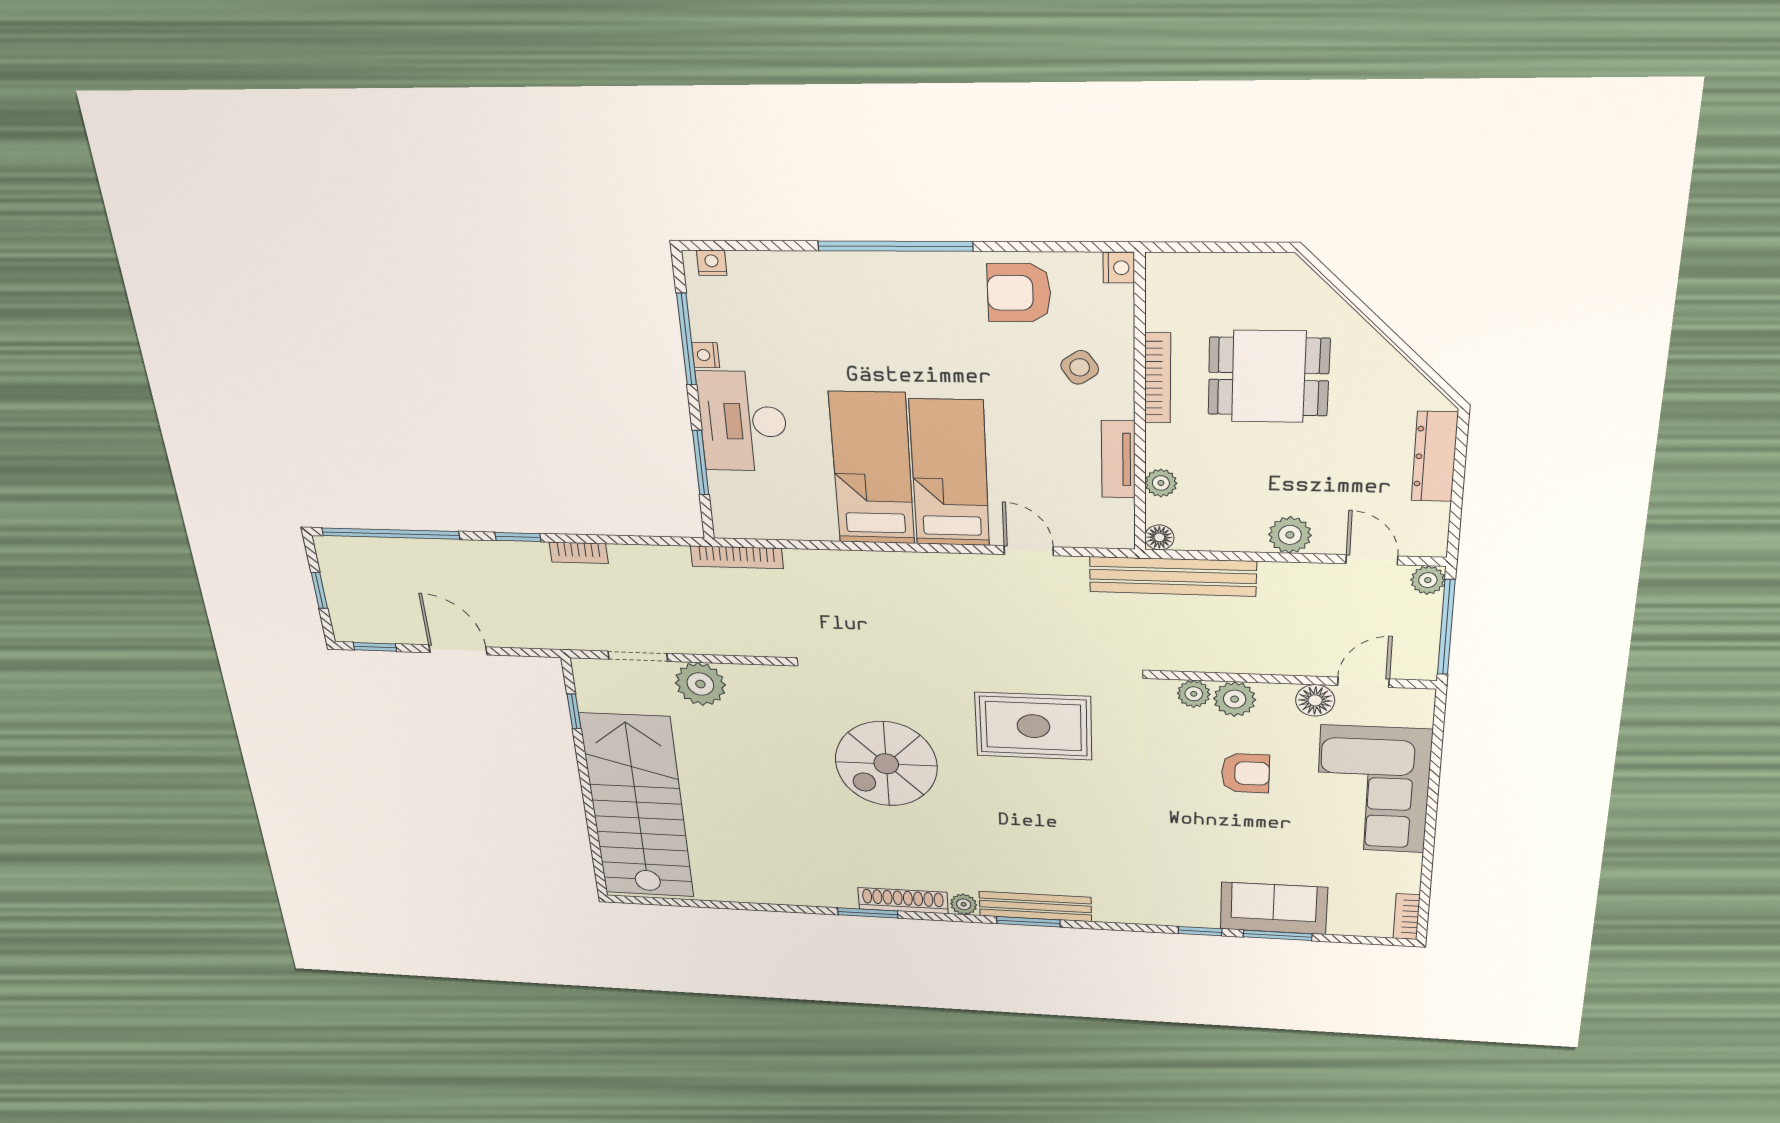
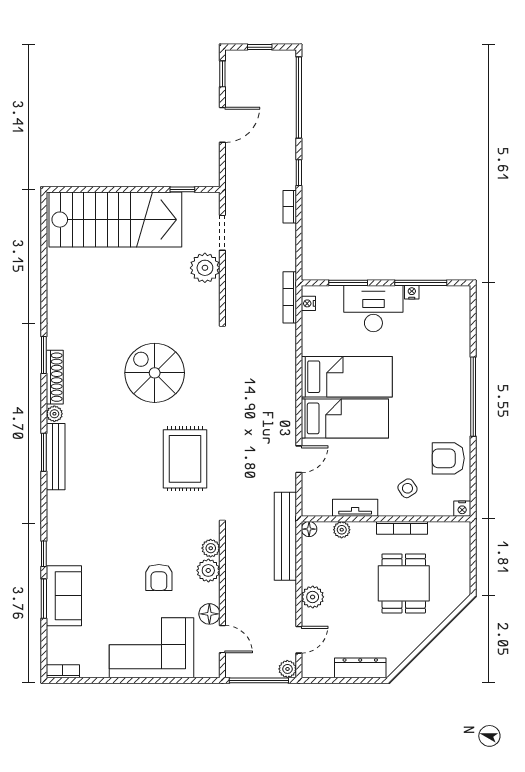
nightstand: (712, 263) -> (308, 303), moved, turned 180
armchair: (1019, 293) -> (448, 458), turned -90

